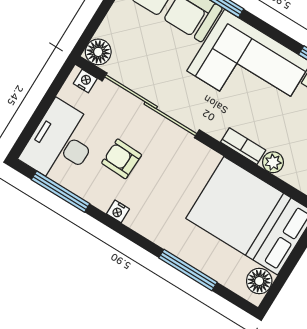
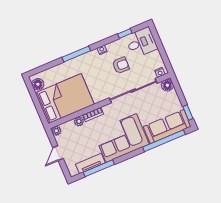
desk: (61, 143) -> (141, 42), width x0.73
window: (61, 192) -> (125, 33), width x0.46
window: (188, 270) -> (76, 54), moved

